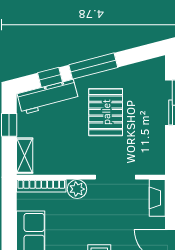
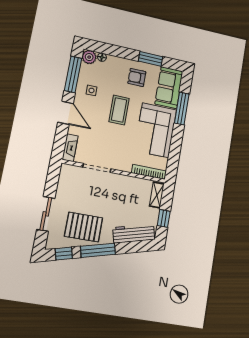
window: (50, 77) -> (64, 254), moved
pallet: (106, 112) -> (84, 227), moved, turned 90
plant: (77, 189) -> (125, 165), removed

